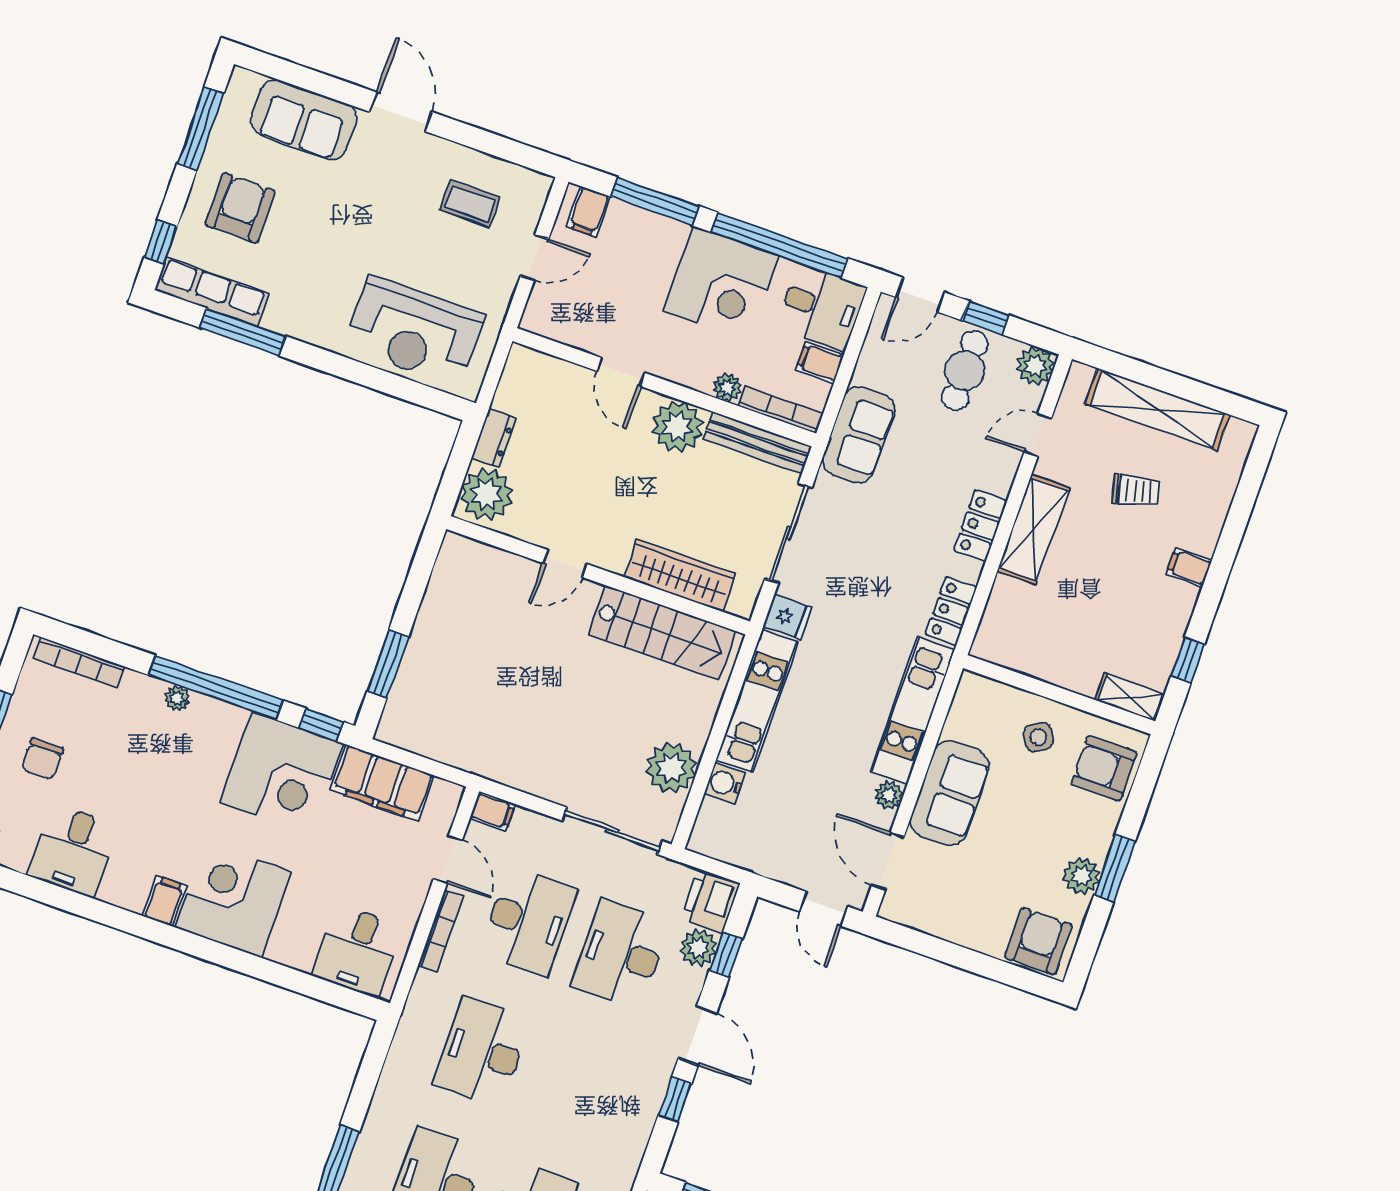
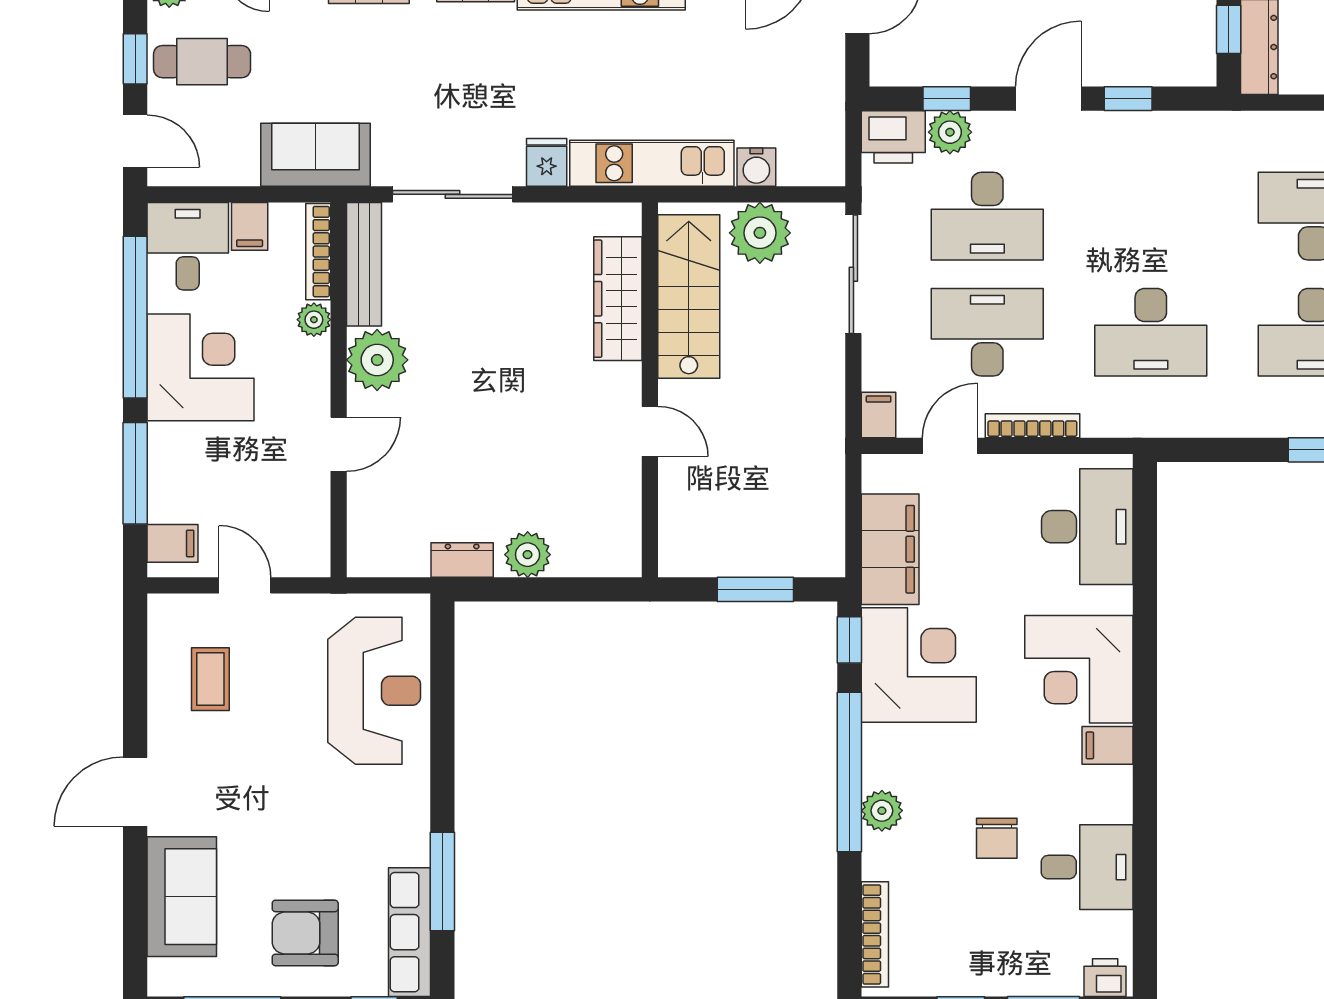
plant: (486, 494) -> (528, 555), width x0.73, depth x0.73
door: (565, 564) -> (650, 431), moved
wall: (598, 575) -> (650, 390), moved
wardrobe: (680, 575) -> (618, 299), moved
stairs: (662, 632) -> (689, 297), moved
plant: (177, 698) -> (882, 811), width x1.38, depth x1.38
chair: (42, 759) -> (997, 838), moved, turned 90
desk: (357, 951) -> (1087, 527), width x1.37

